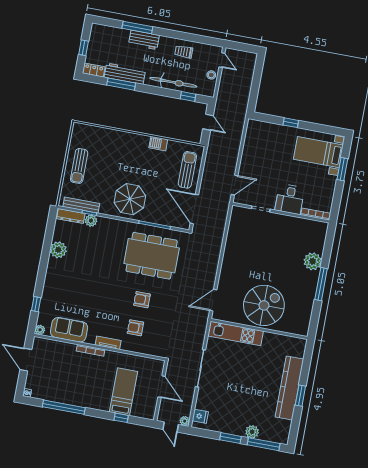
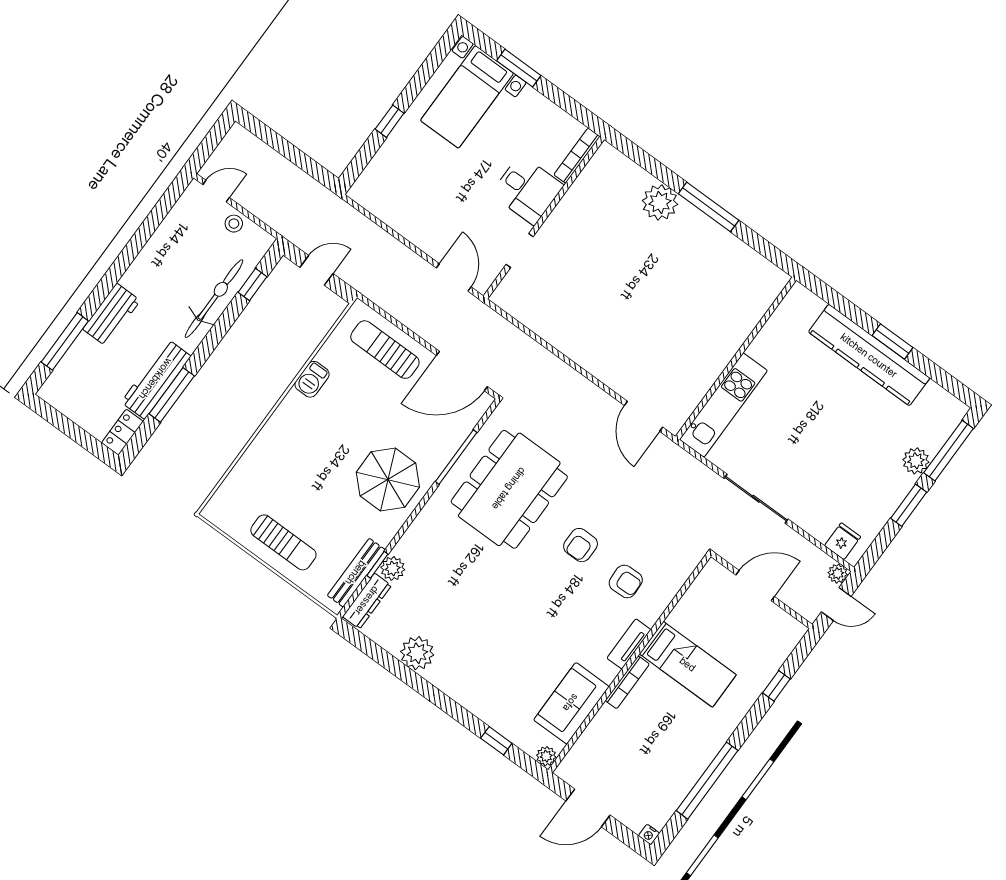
window: (137, 28) -> (65, 341), moved
window: (84, 48) -> (73, 431), removed
trolley: (184, 52) -> (168, 253), removed
spiral stairs: (264, 305) -> (697, 329), removed
armchair: (135, 328) -> (626, 581), turned -92
bed: (124, 392) -> (688, 664), moved, turned 180

